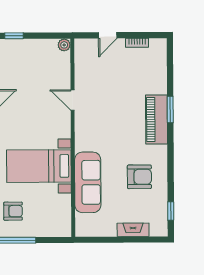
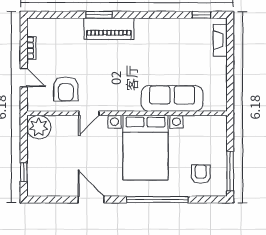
plant: (64, 45) -> (39, 127), width x1.88, depth x1.88
bed with nightstands: (39, 166) -> (146, 148), width x1.36
armchair: (139, 177) -> (66, 89), moved, turned 180
fireplace: (133, 230) -> (220, 40), moved

